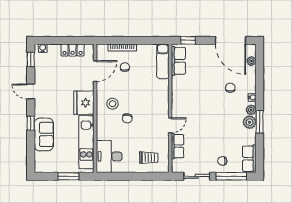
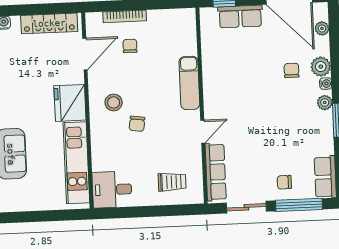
locker: (73, 50) -> (49, 23), width x1.53
exam couch: (163, 61) -> (189, 83), moved
row of seats: (178, 61) -> (240, 16), moved, turned 90
plant: (249, 122) -> (321, 67), moved
row of seats: (177, 146) -> (216, 172), width x1.48
desk: (109, 156) -> (112, 190), width x0.73
window: (68, 176) -> (51, 216), removed

